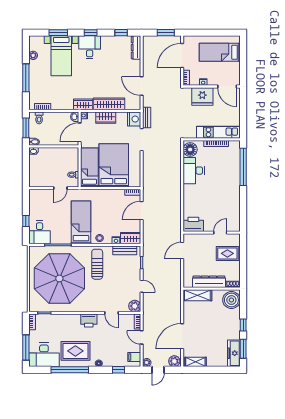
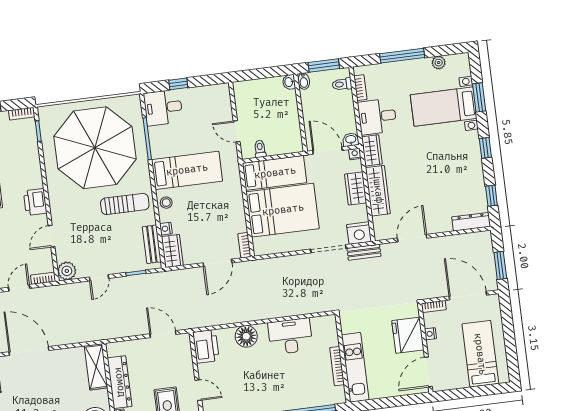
desk: (90, 47) -> (377, 117), moved, turned 180
floor lamp: (190, 150) -> (246, 336), moved
door: (142, 211) -> (217, 263), swing flipped

